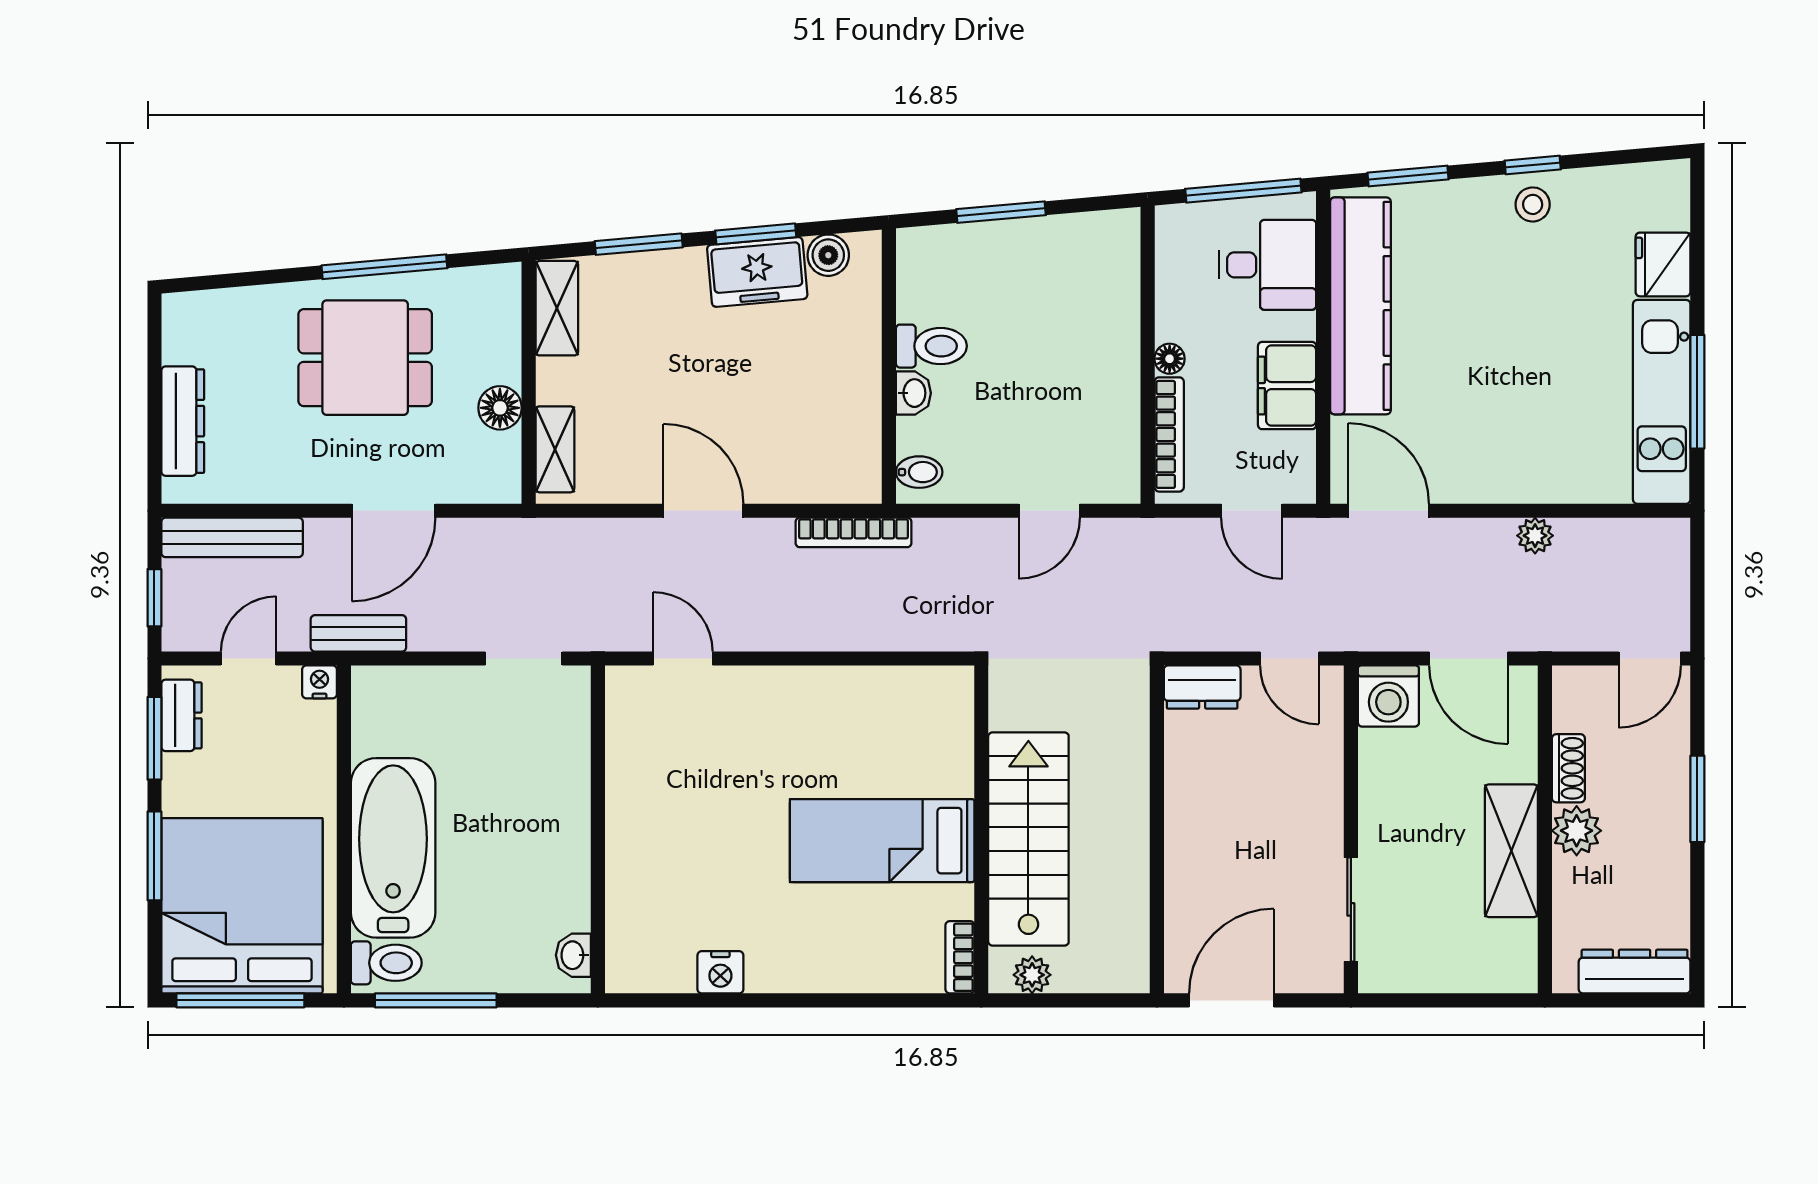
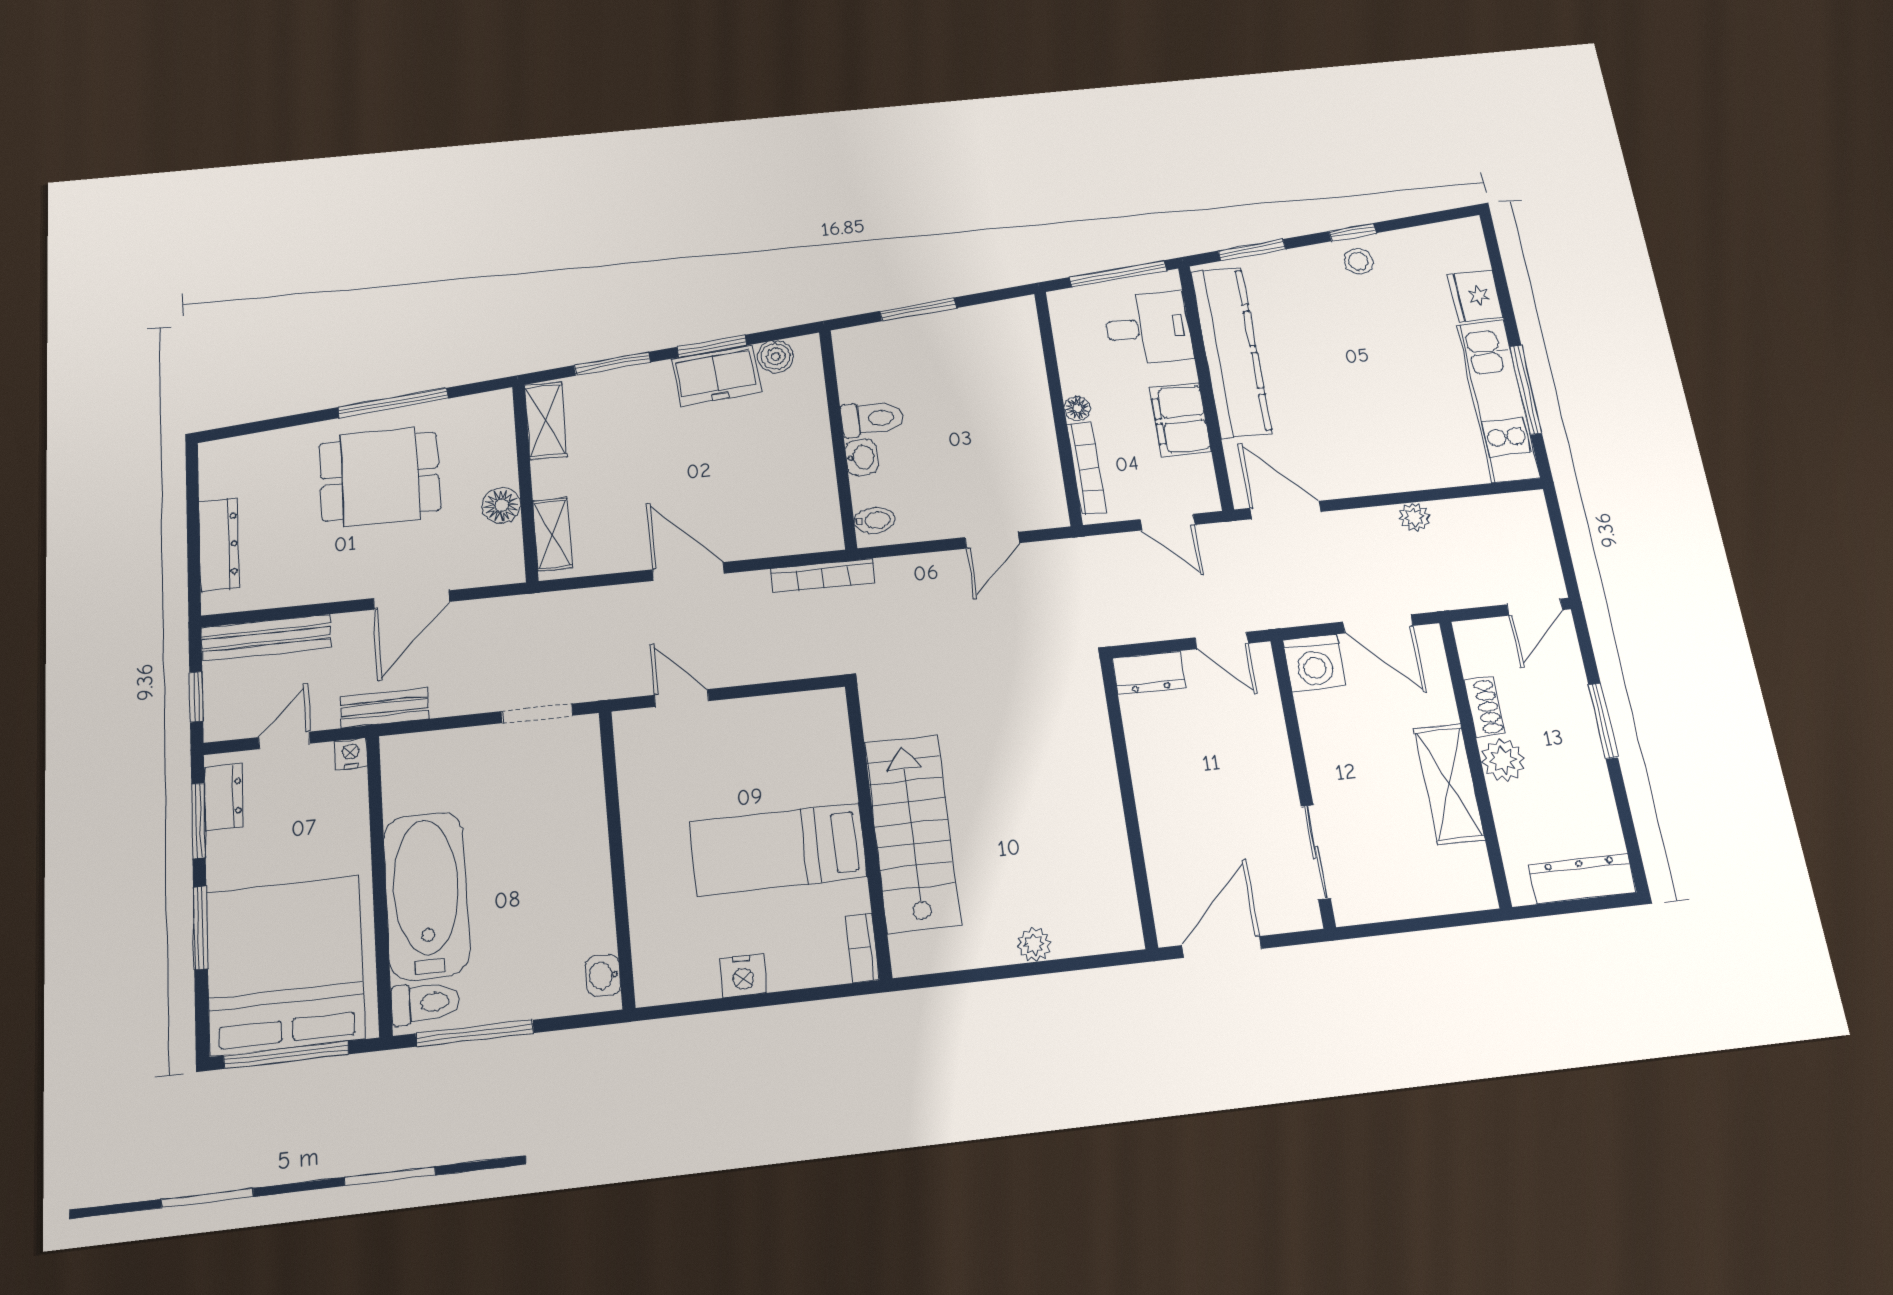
wall: (981, 829) -> (868, 829), moved
stairs: (1028, 839) -> (912, 833), moved
bed: (882, 841) -> (778, 849), moved
bookcase: (960, 957) -> (862, 948), moved

